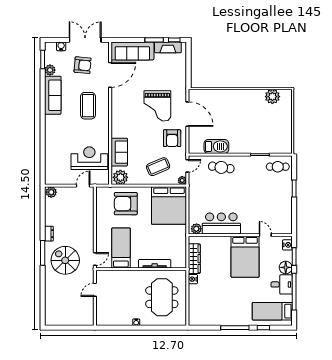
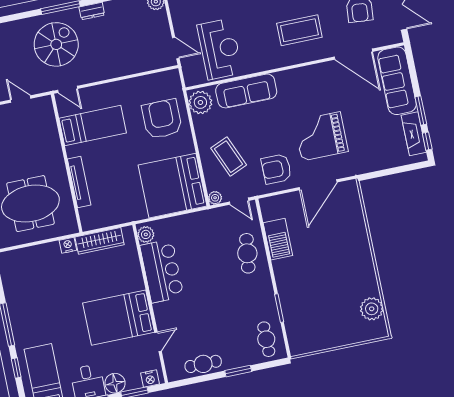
sofa: (119, 152) -> (246, 91), width x1.36
cafe table: (285, 210) -> (203, 364), added

